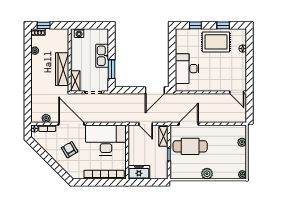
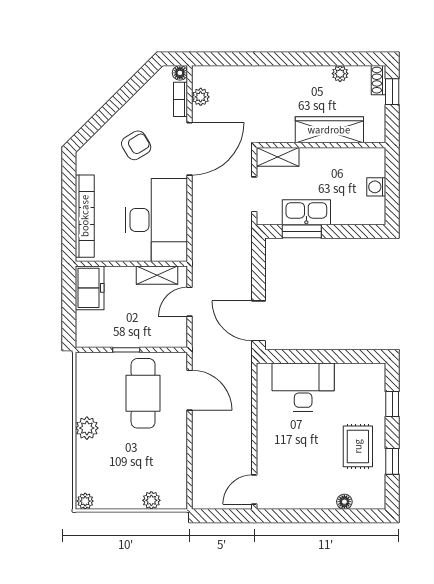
washing machine: (79, 33) -> (376, 187), moved
rug: (216, 42) -> (358, 446), width x0.73, depth x0.70
kitchen sink: (102, 56) -> (306, 212), moved
wardrobe: (62, 69) -> (329, 130), moved
shelving: (163, 136) -> (157, 275), moved

